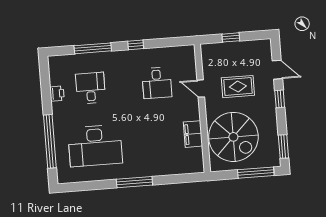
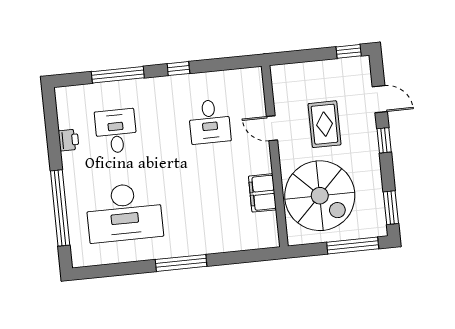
window: (231, 37) -> (349, 51), moved
rug: (238, 87) -> (325, 124), turned 90

